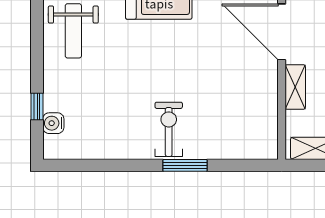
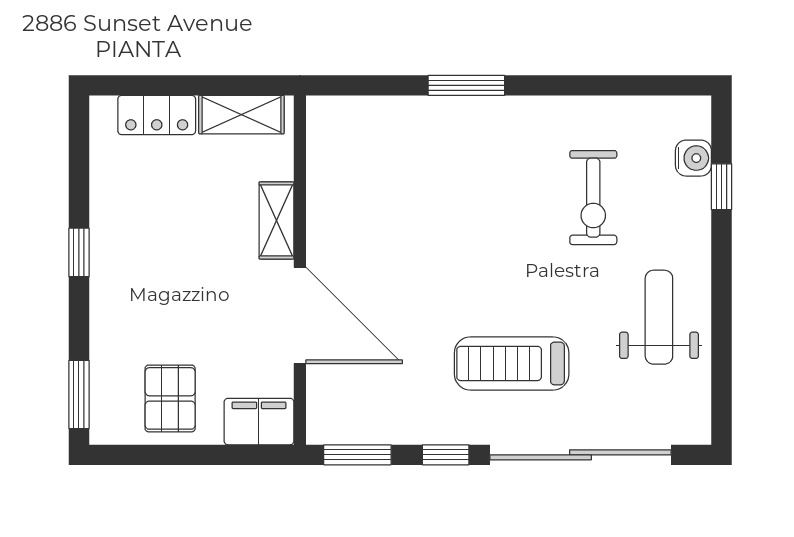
exercise bike: (169, 129) -> (593, 198), moved

